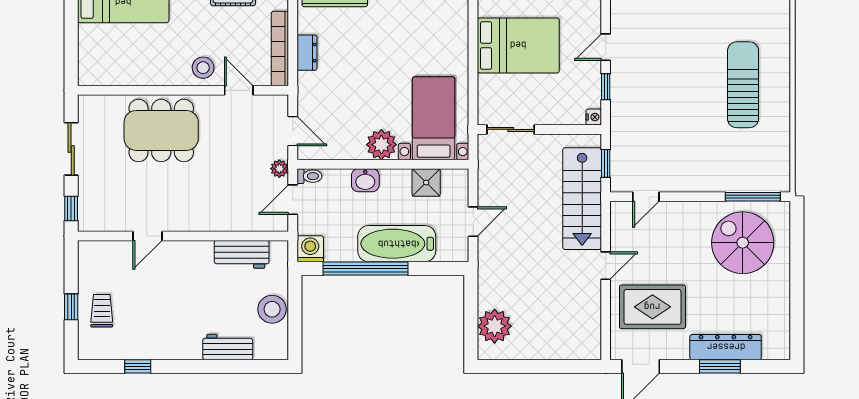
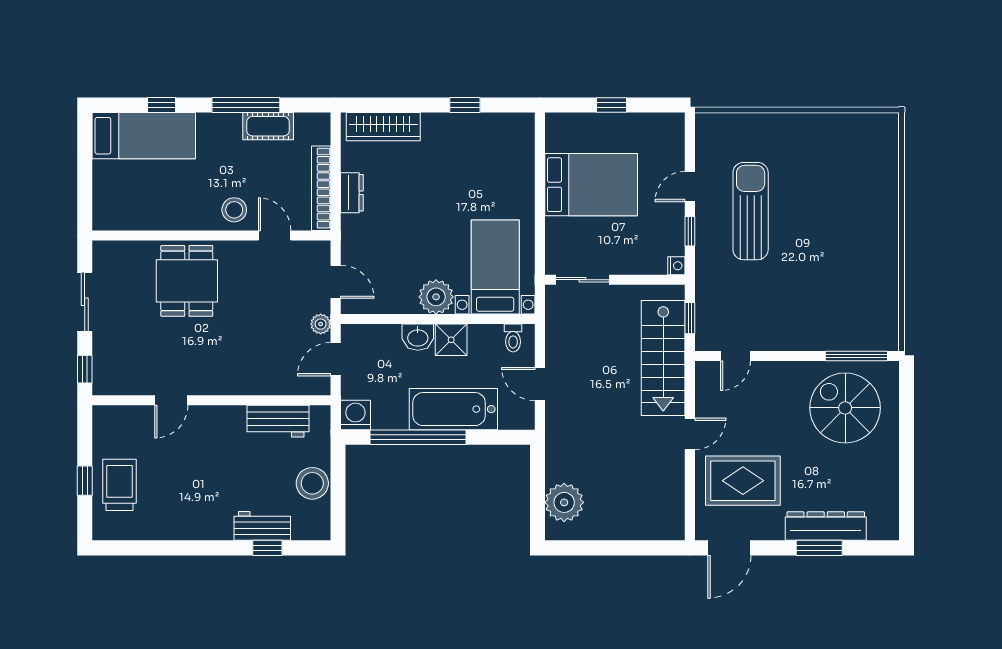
sun lounger: (743, 85) -> (751, 211), moved
dining table: (161, 130) -> (187, 281), width x0.73
toilet: (309, 176) -> (513, 338), moved, turned 90
shower: (426, 183) -> (451, 340), moved
door: (473, 222) -> (540, 384), swing flipped
trolley: (102, 311) -> (119, 485), width x1.36, depth x1.39
window: (138, 366) -> (267, 548), moved

